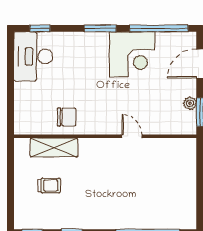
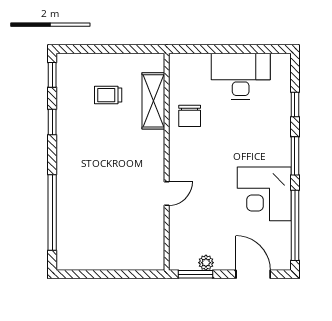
window: (40, 28) -> (295, 105), moved
desk: (33, 56) -> (241, 76), moved
trolley: (49, 186) -> (108, 95), turned 90

